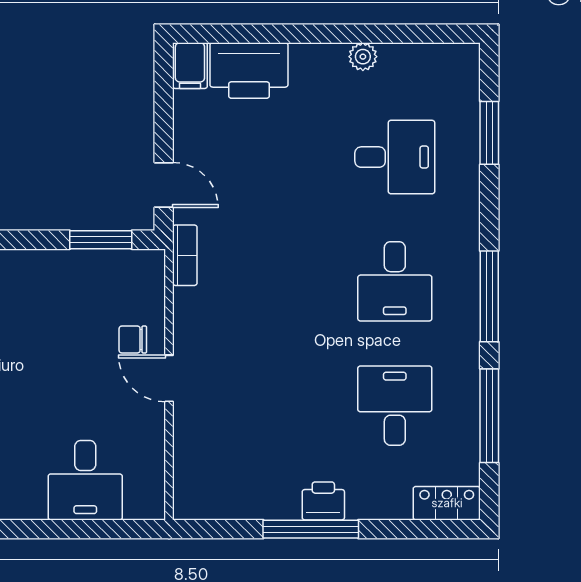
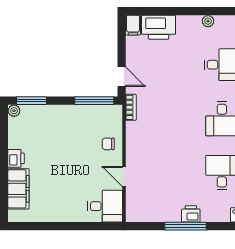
window: (101, 240) -> (94, 101), width x1.44
door: (169, 378) -> (124, 176), moved
desk: (85, 480) -> (105, 206), moved, turned -90

